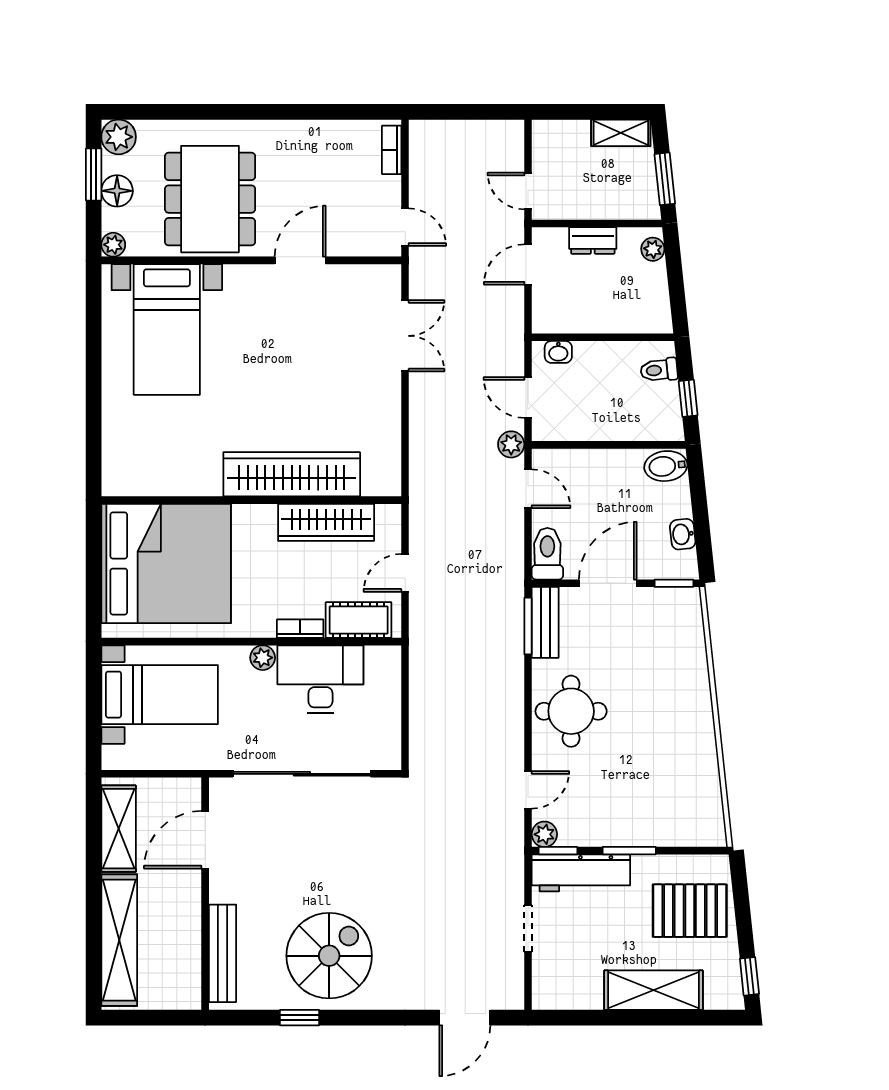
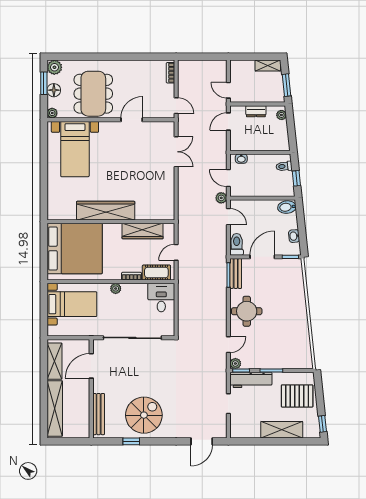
wardrobe: (292, 474) -> (106, 211), moved
desk: (320, 679) -> (161, 298), moved, width x0.73

